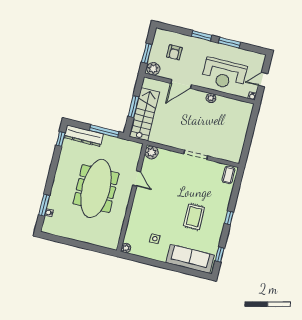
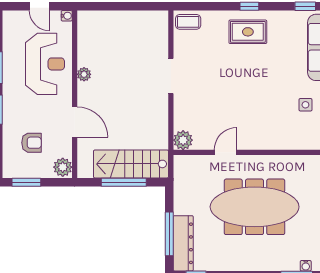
window: (147, 53) -> (26, 182), moved
window: (133, 107) -> (124, 182), width x1.44
window: (104, 131) -> (169, 234), moved
rug: (194, 217) -> (248, 32), moved

